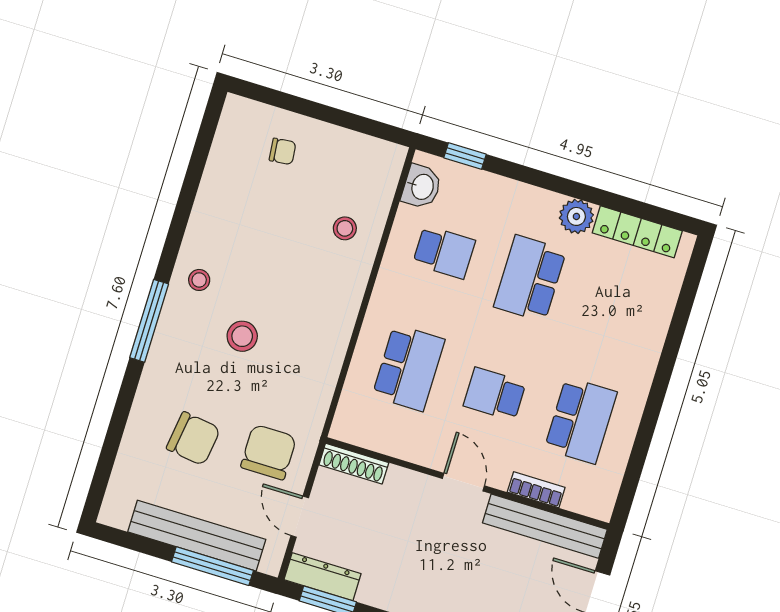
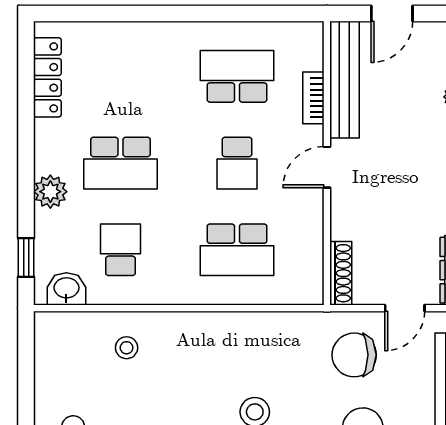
plant: (576, 216) -> (50, 192), moved
school desk: (409, 368) -> (237, 250), turned 180

